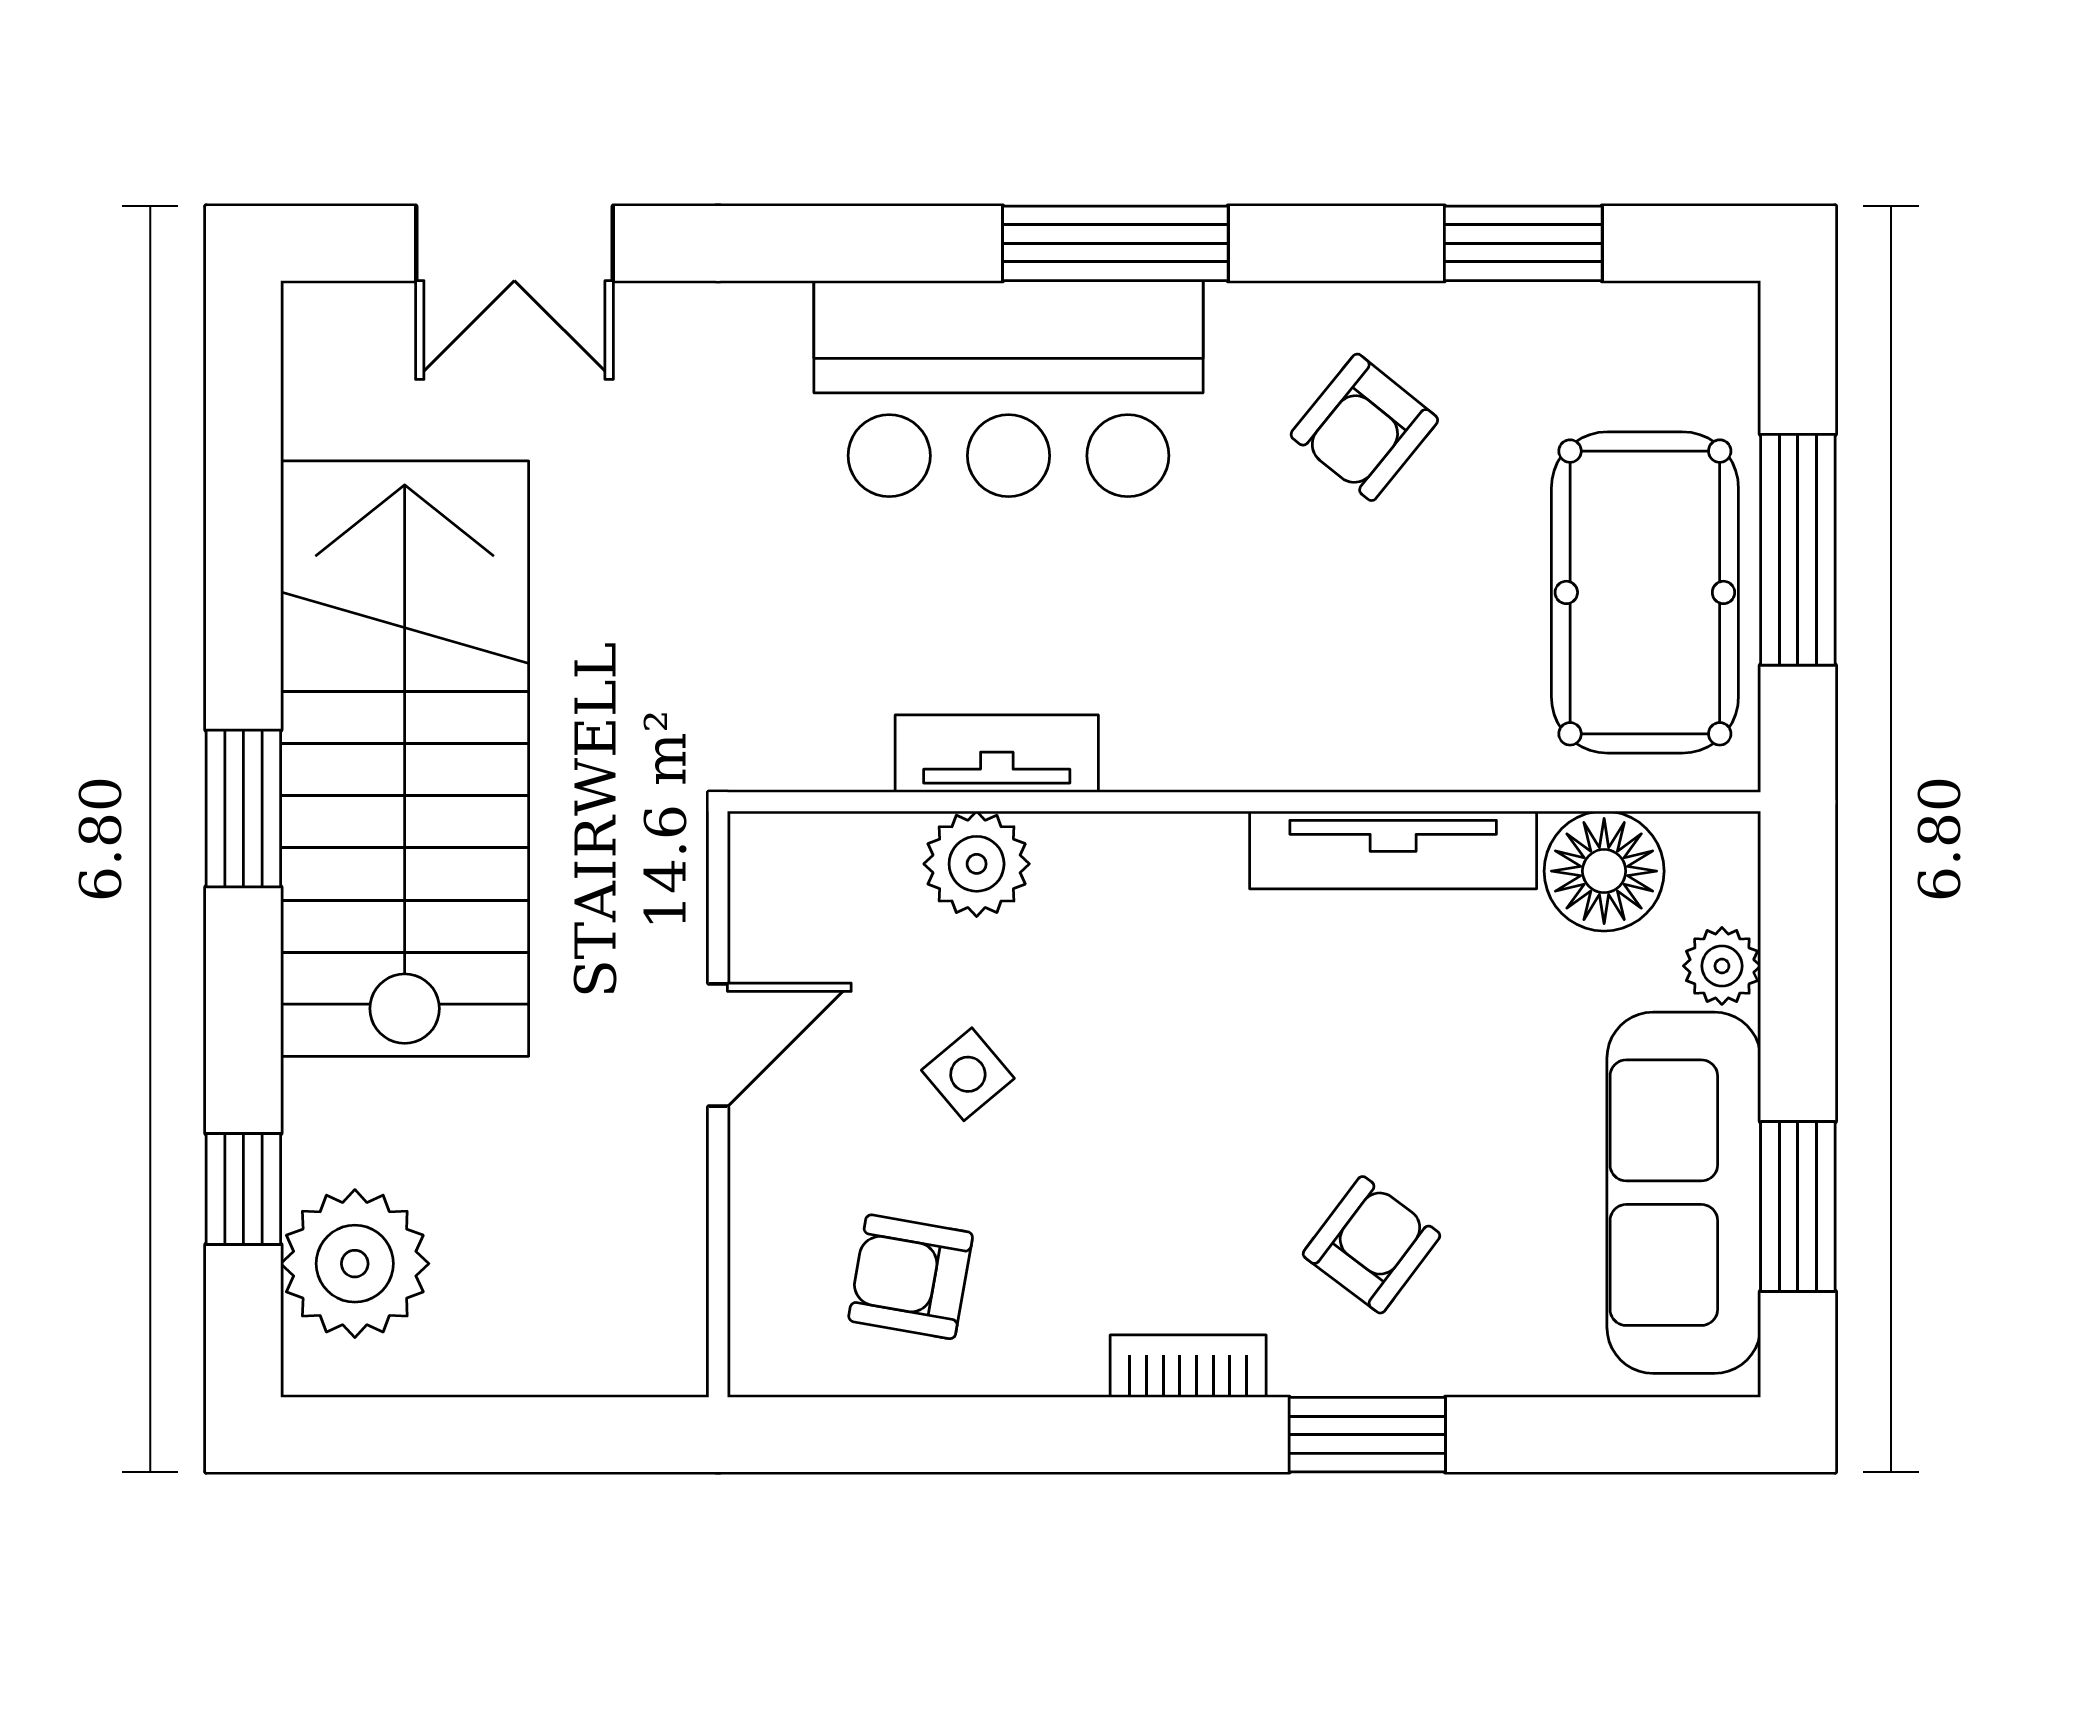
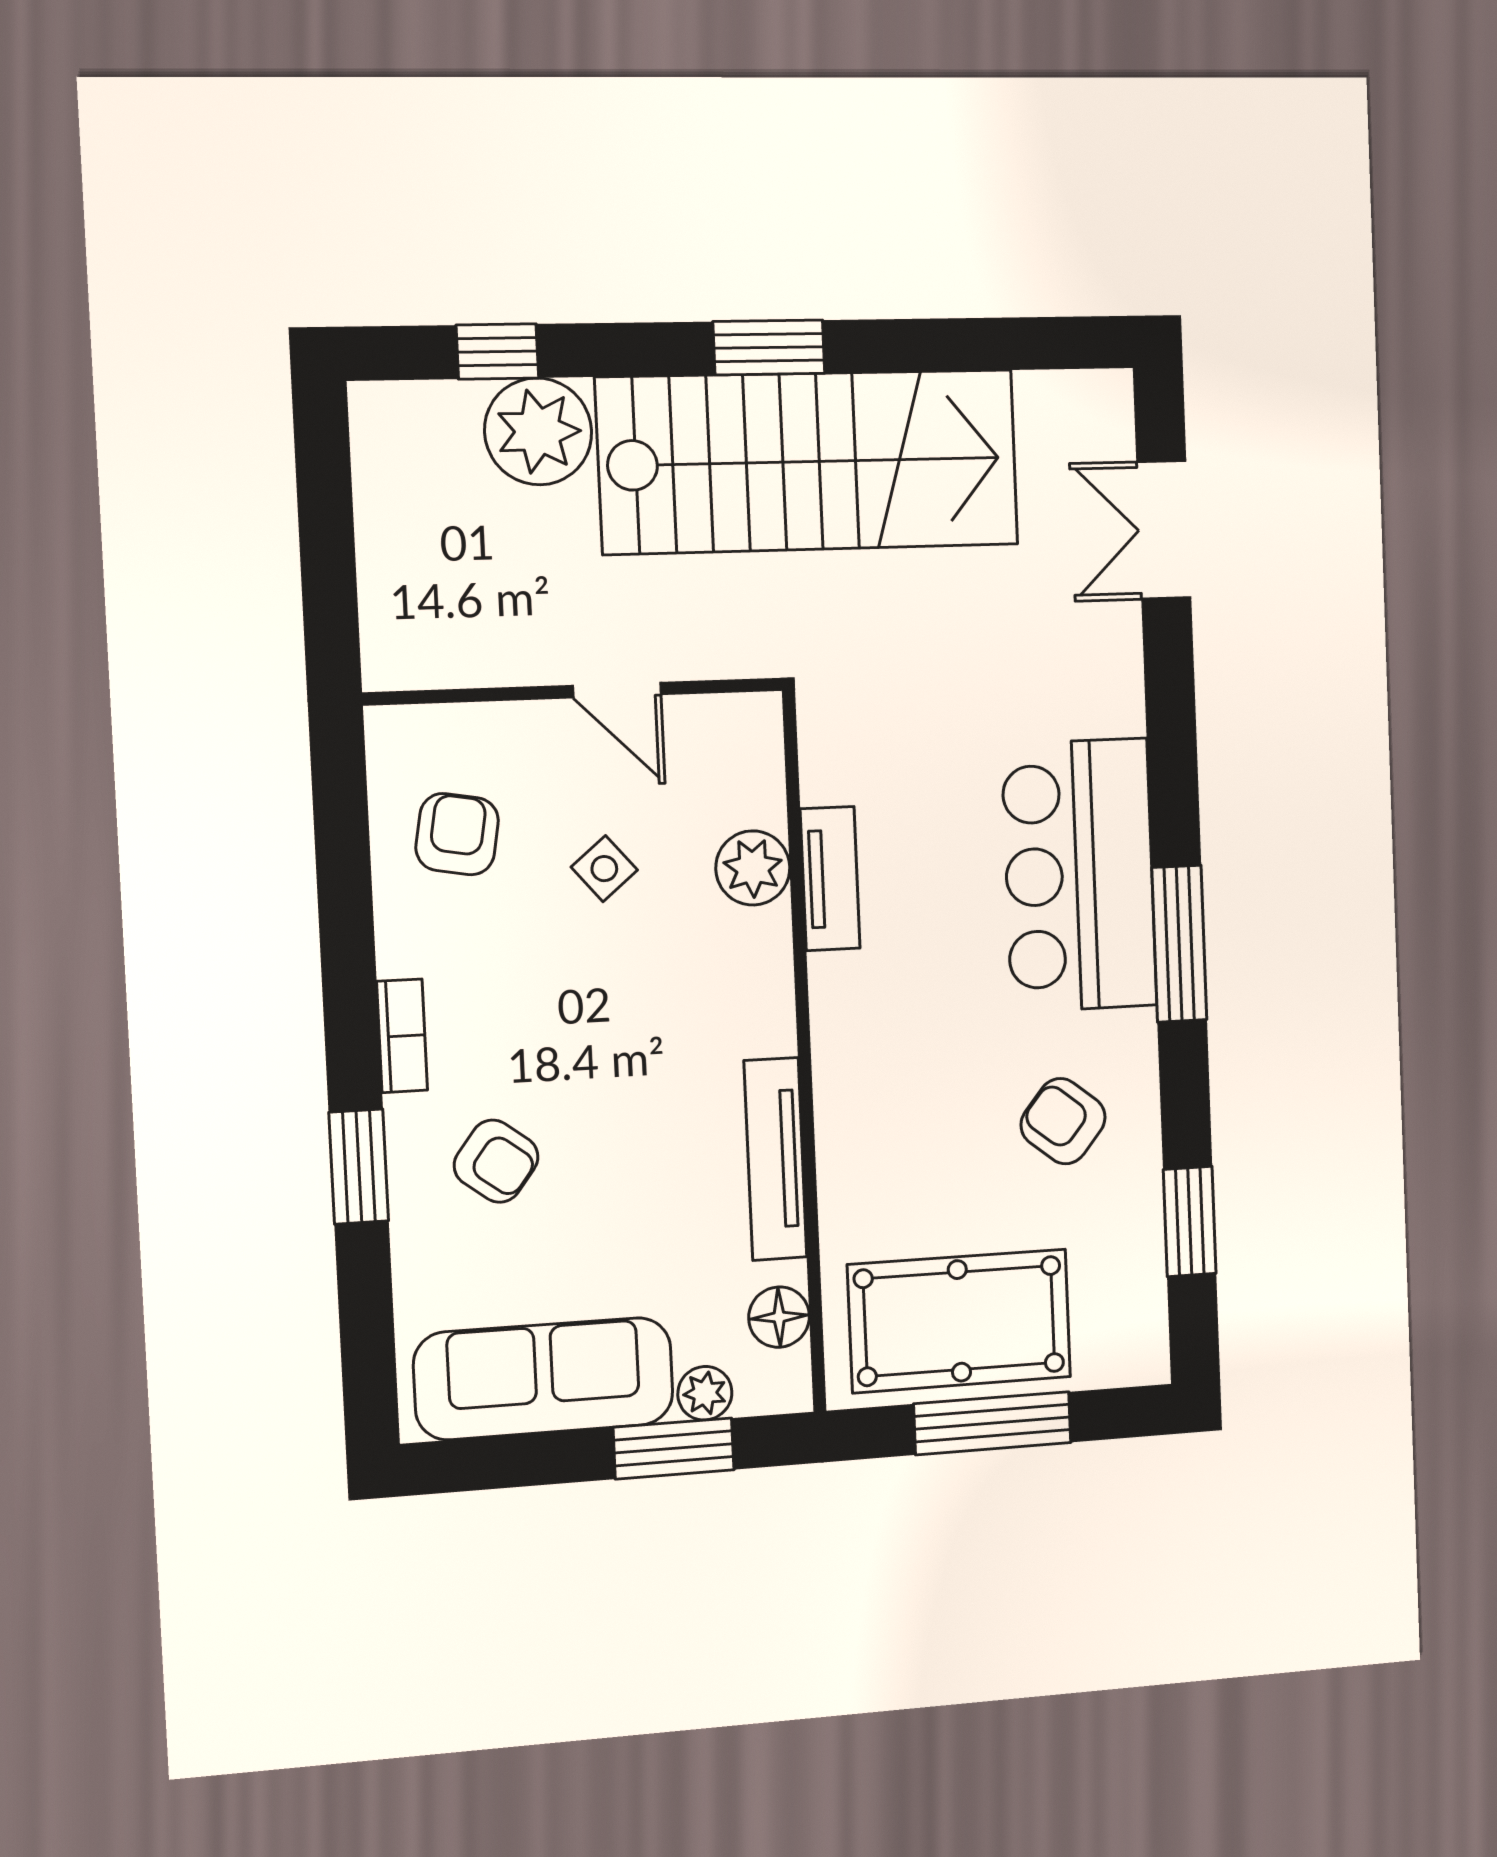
floor lamp: (1604, 871) -> (779, 1317), width x0.73, depth x0.73
window: (1798, 1206) -> (674, 1449), moved
plant: (355, 1264) -> (538, 431), moved

